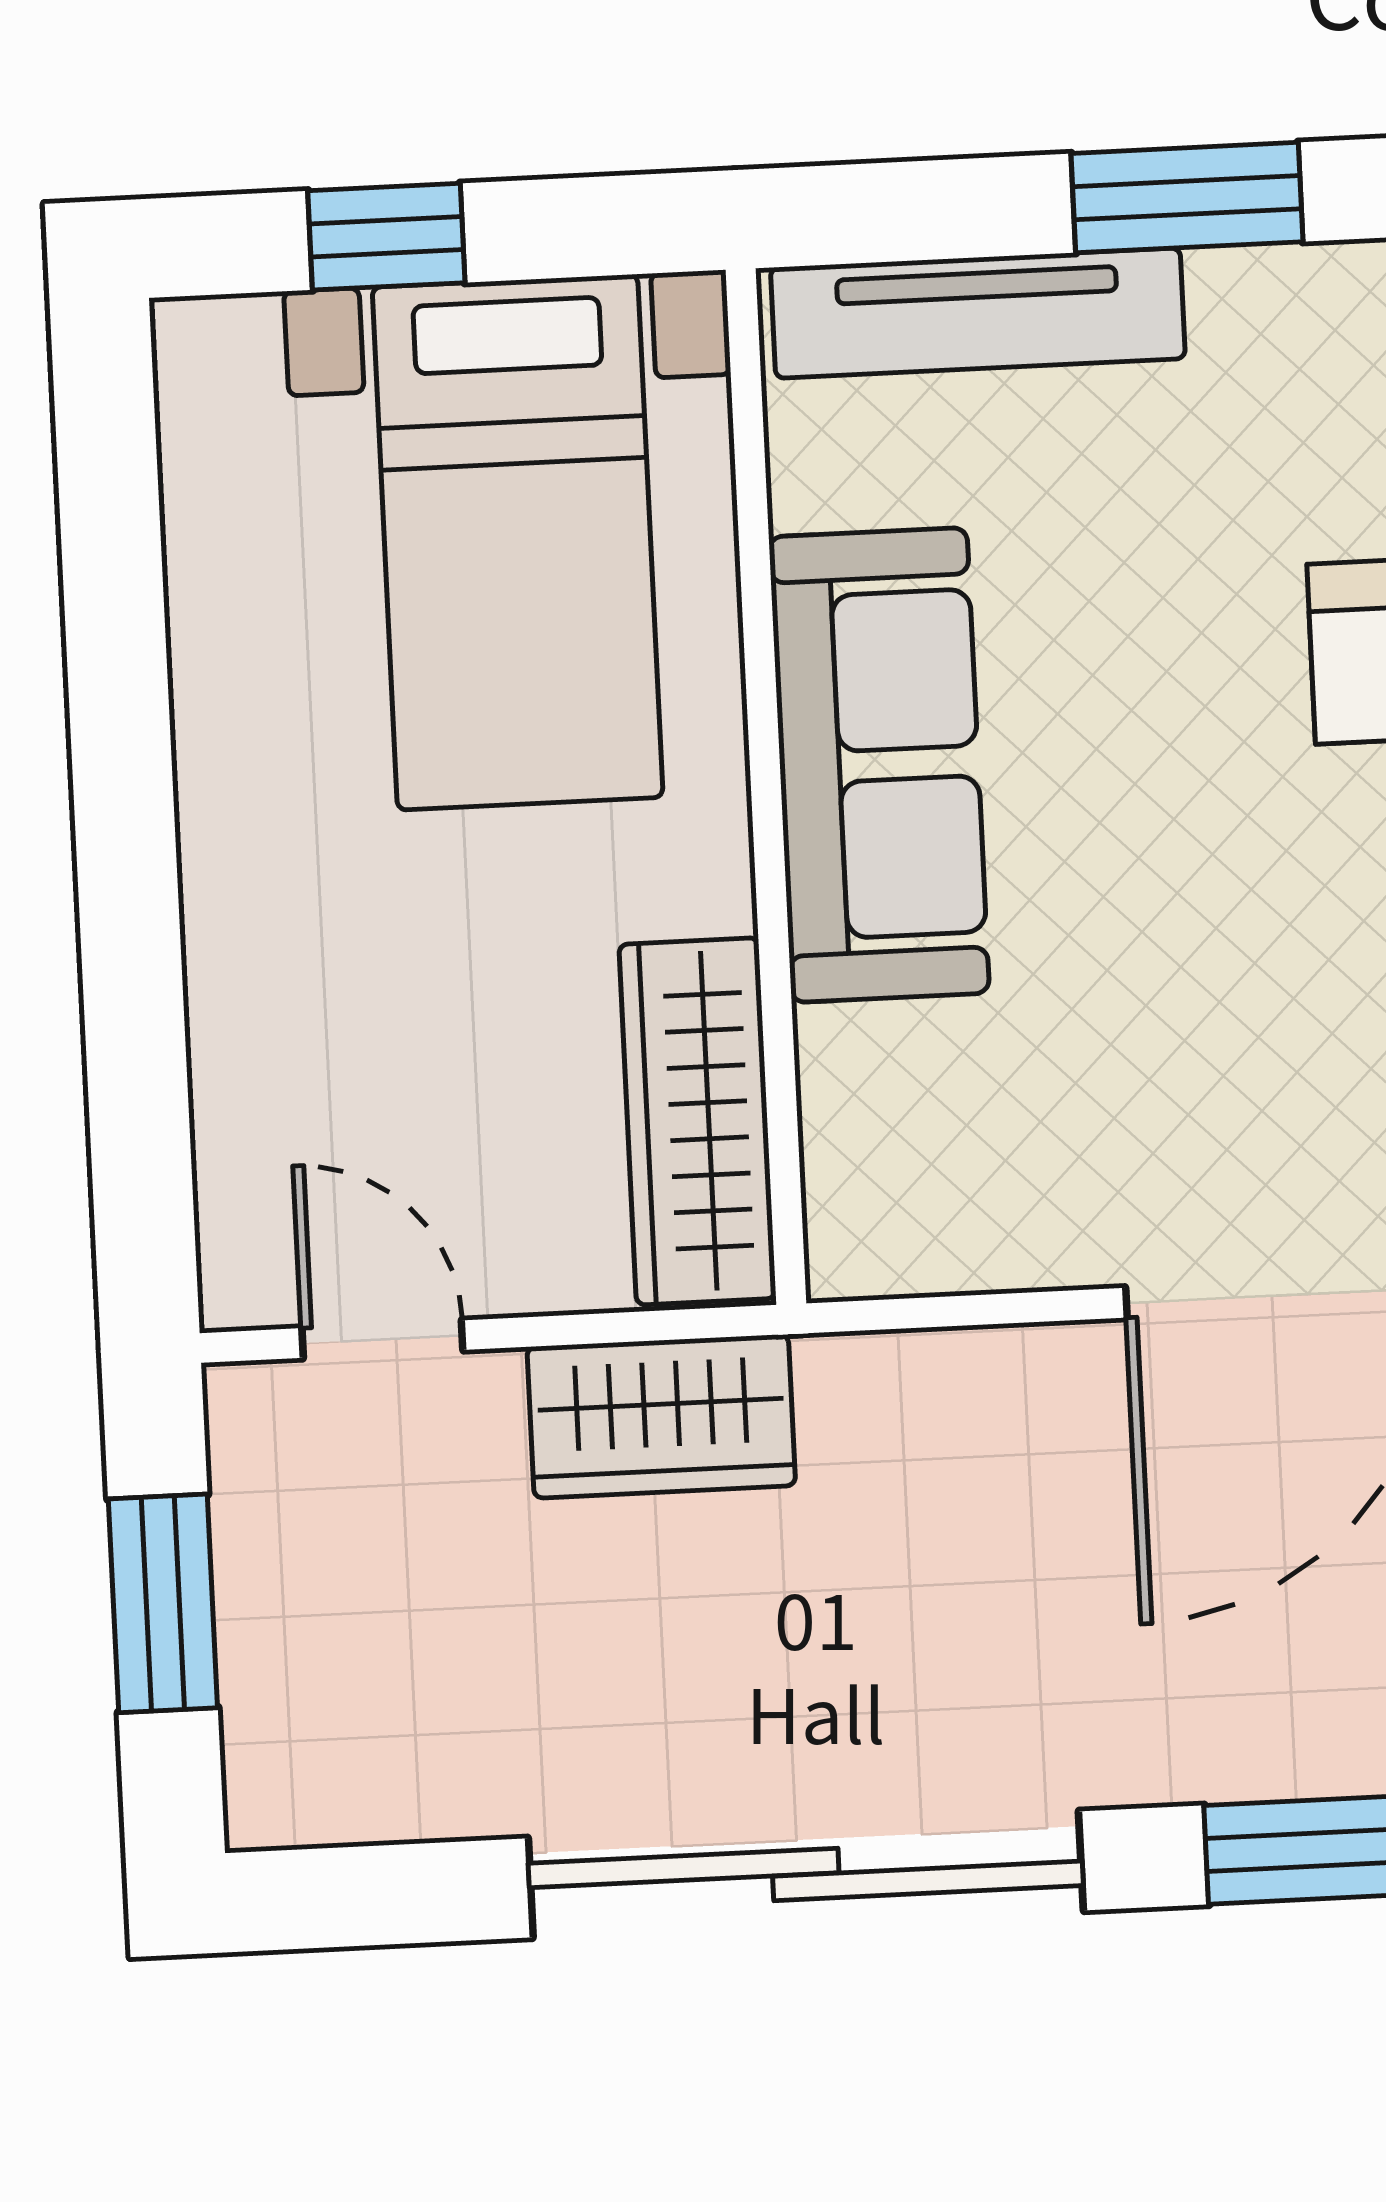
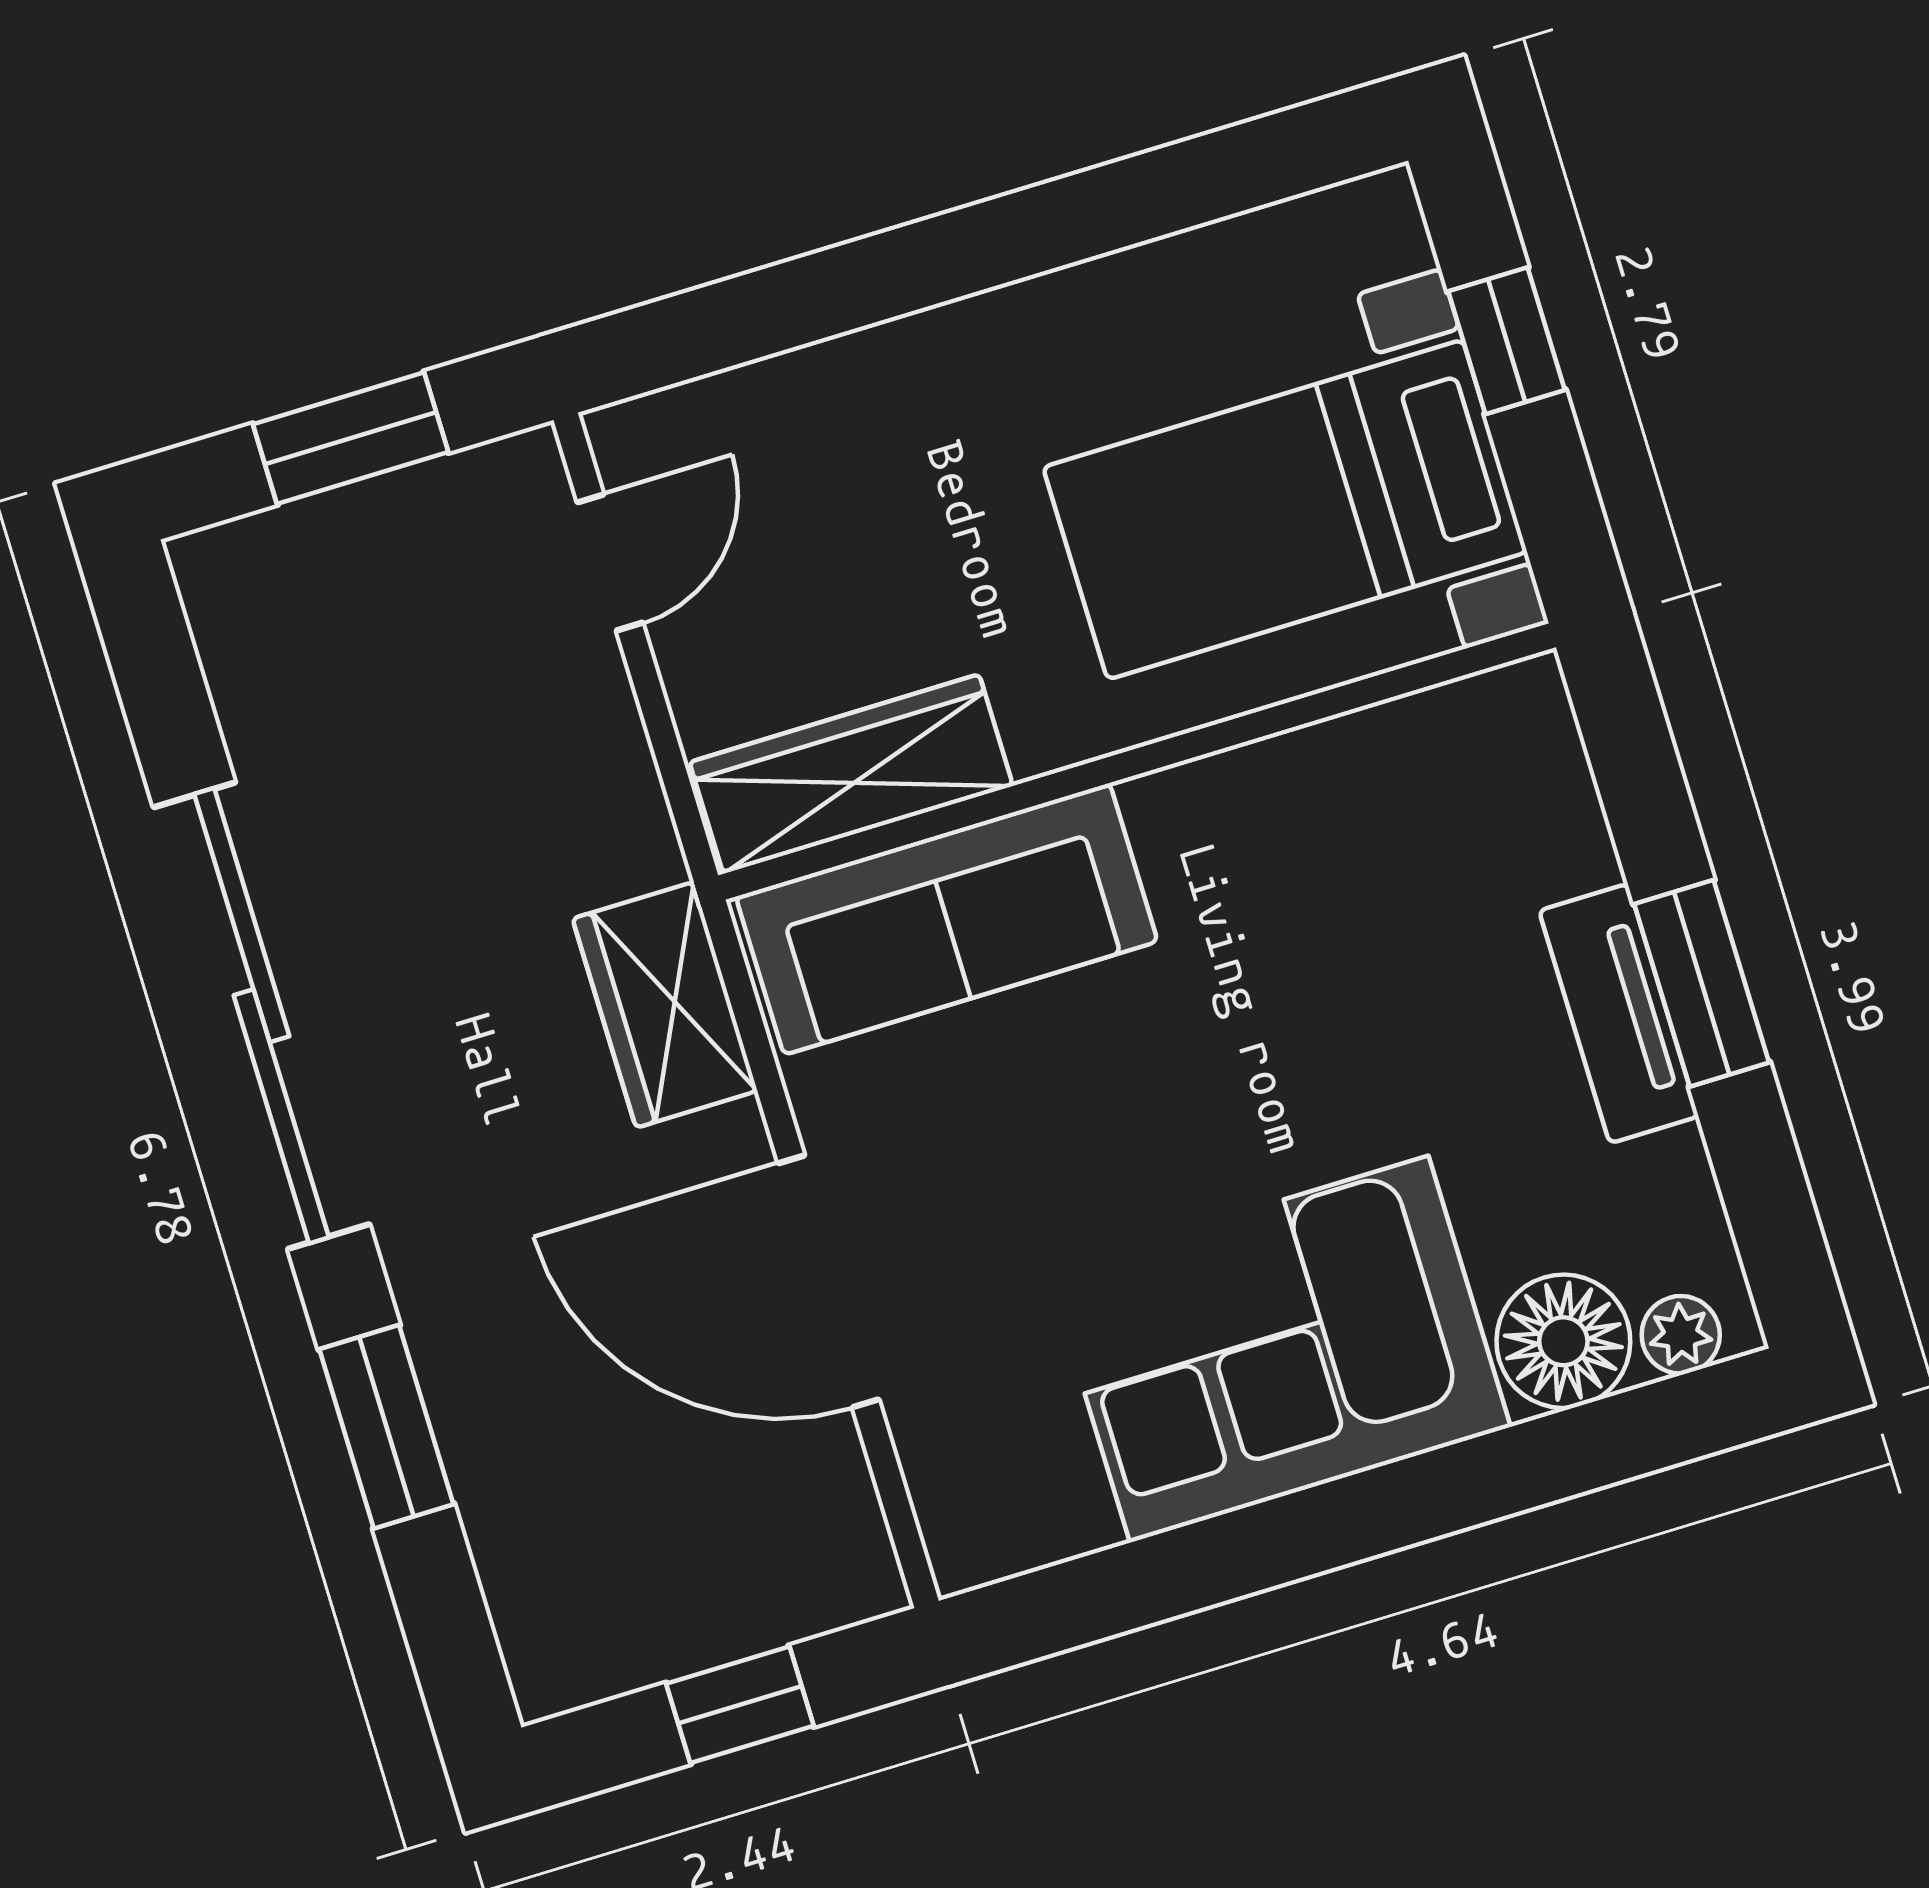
tv unit: (978, 313) -> (1619, 1014), moved, width x0.71
sofa: (879, 765) -> (947, 919), moved
wardrobe: (661, 1416) -> (665, 1005), moved

